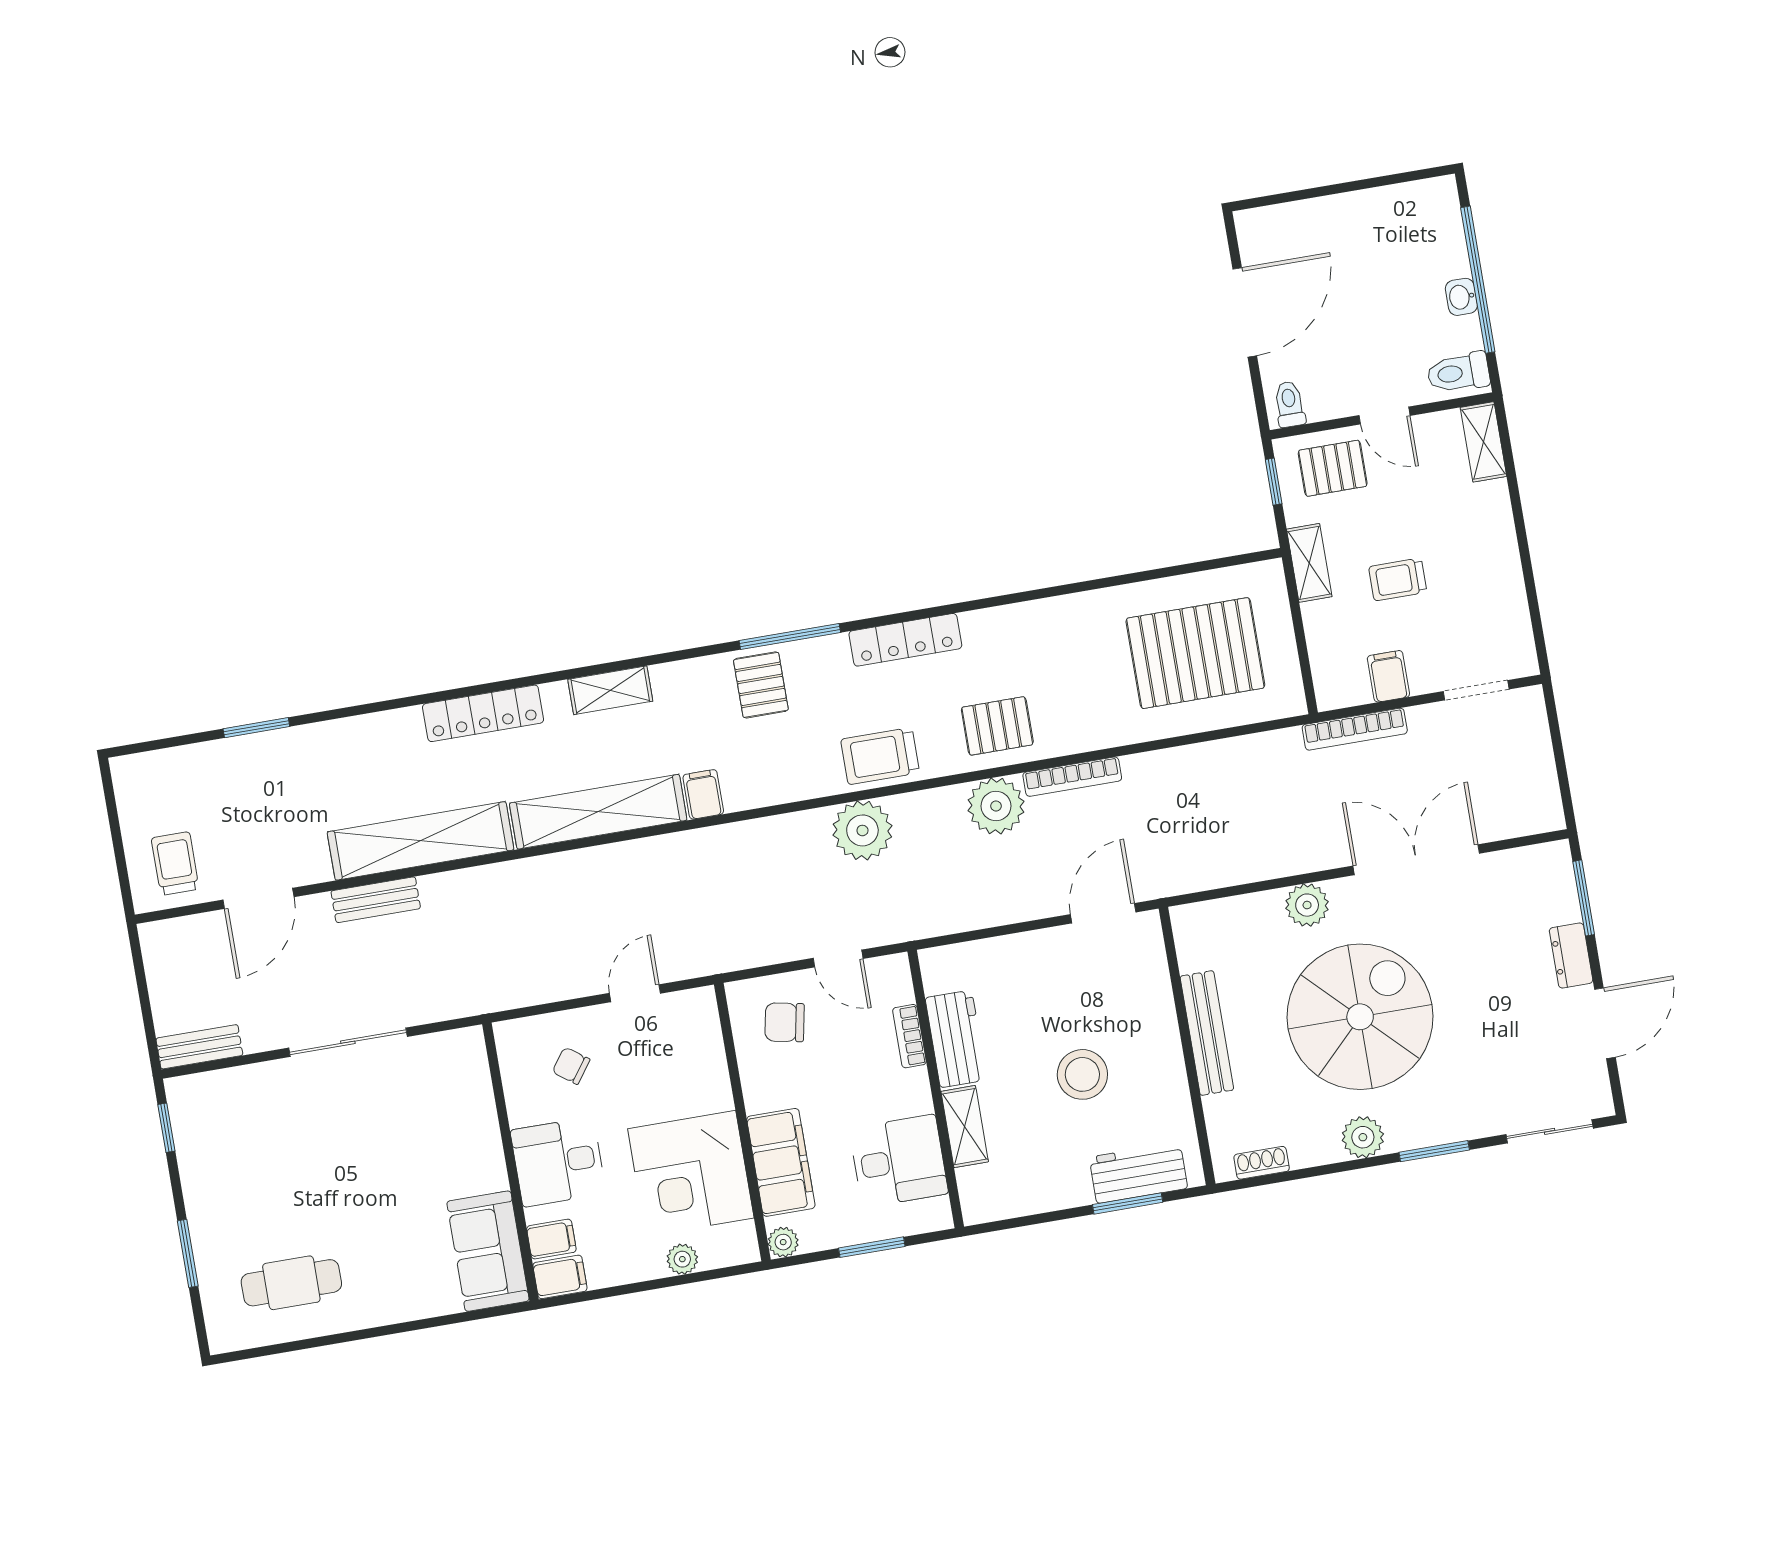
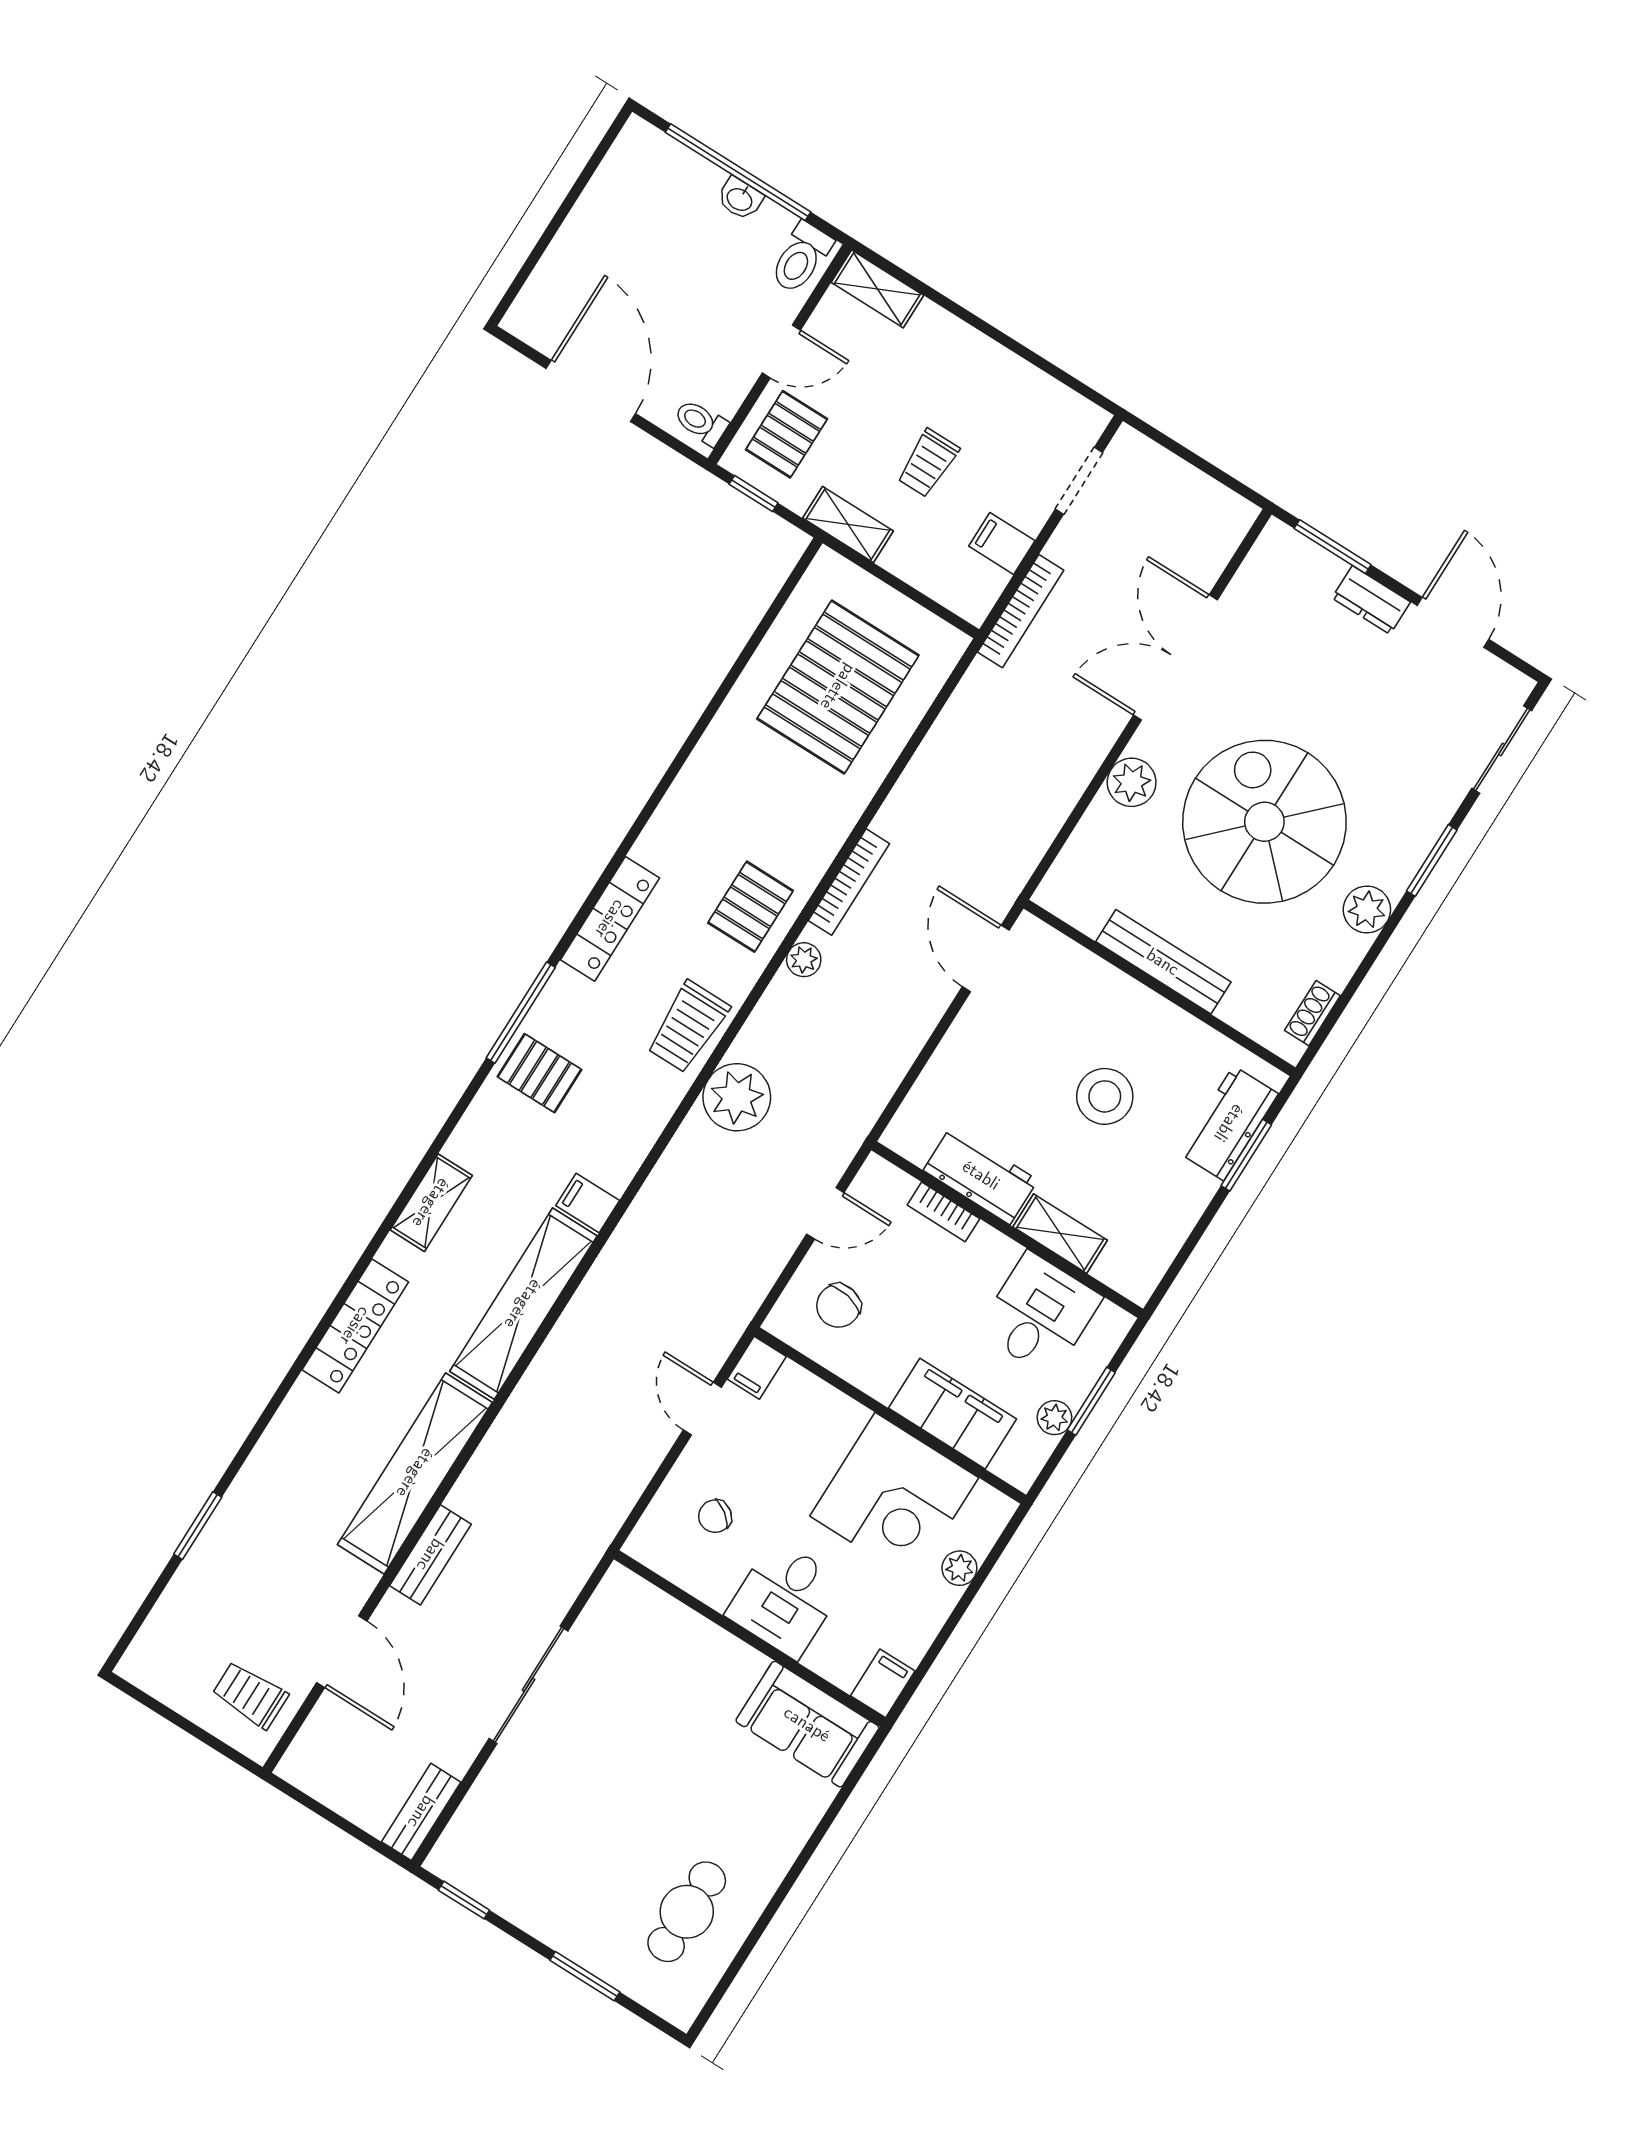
plant: (996, 806) -> (804, 960), width x0.53, depth x0.53
filing cabinet: (551, 1239) -> (757, 1368), moved, turned 180
plant: (783, 1242) -> (1054, 1418), moved

